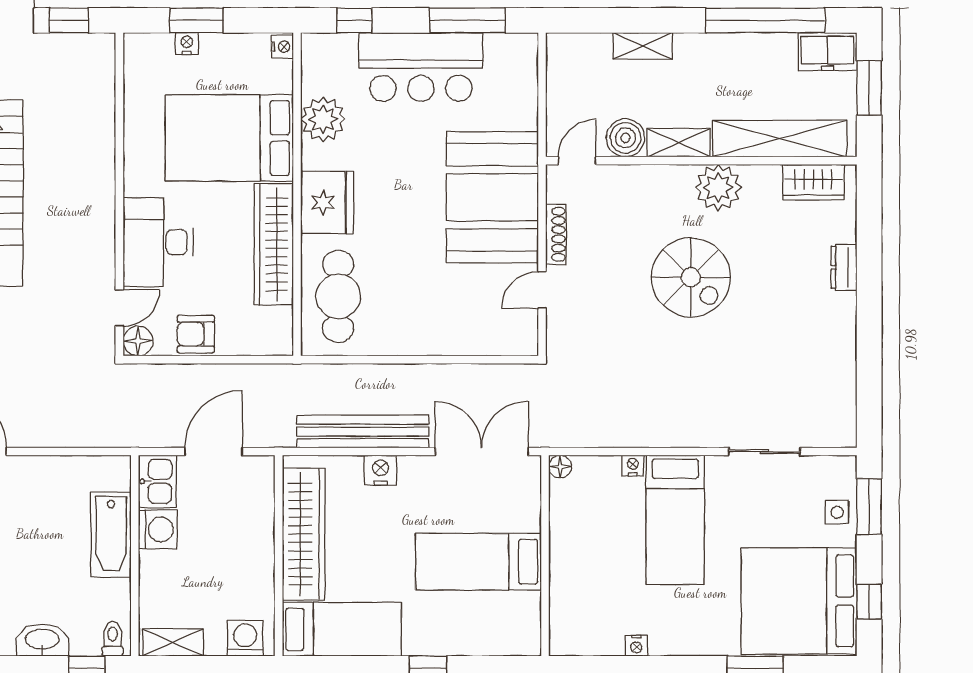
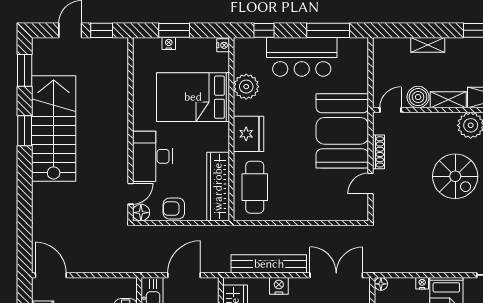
wardrobe: (274, 244) -> (218, 187), moved

